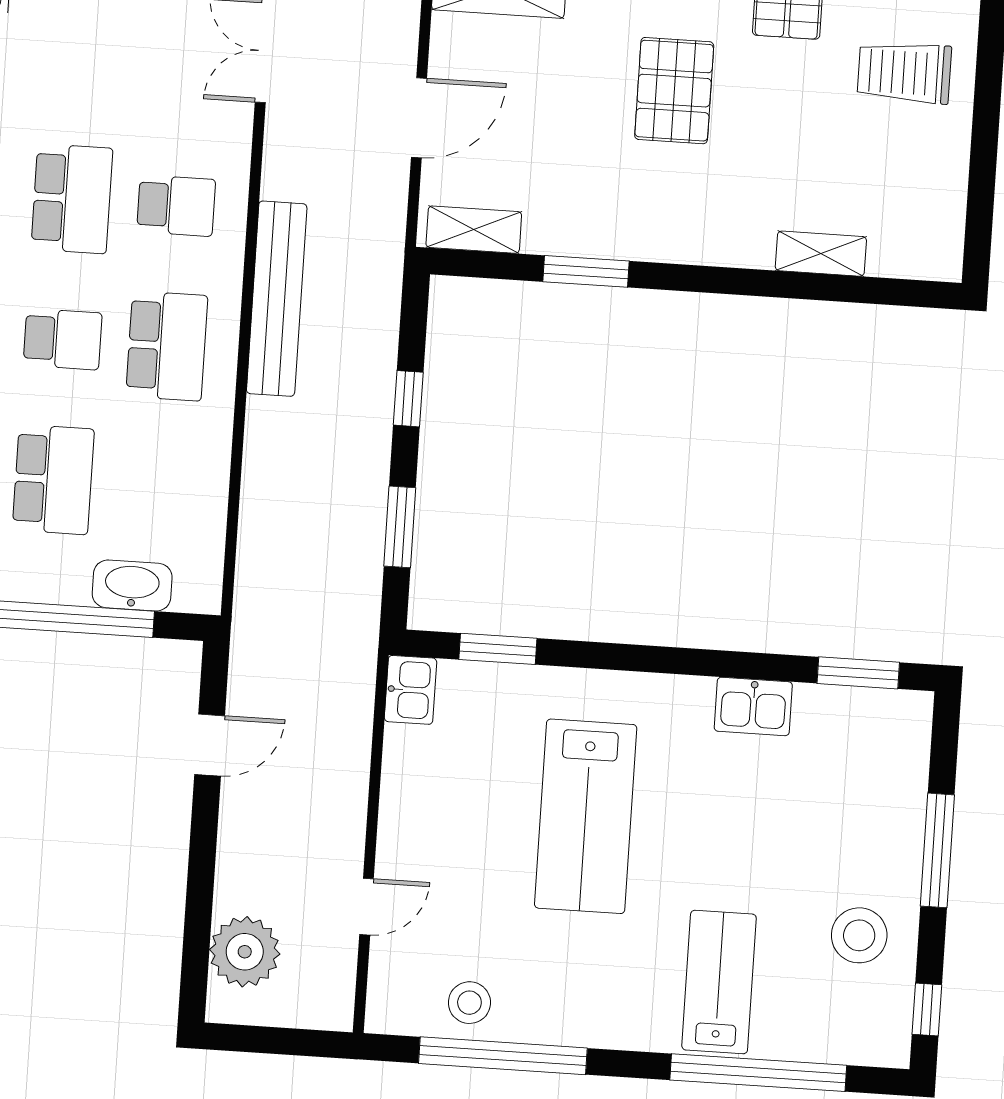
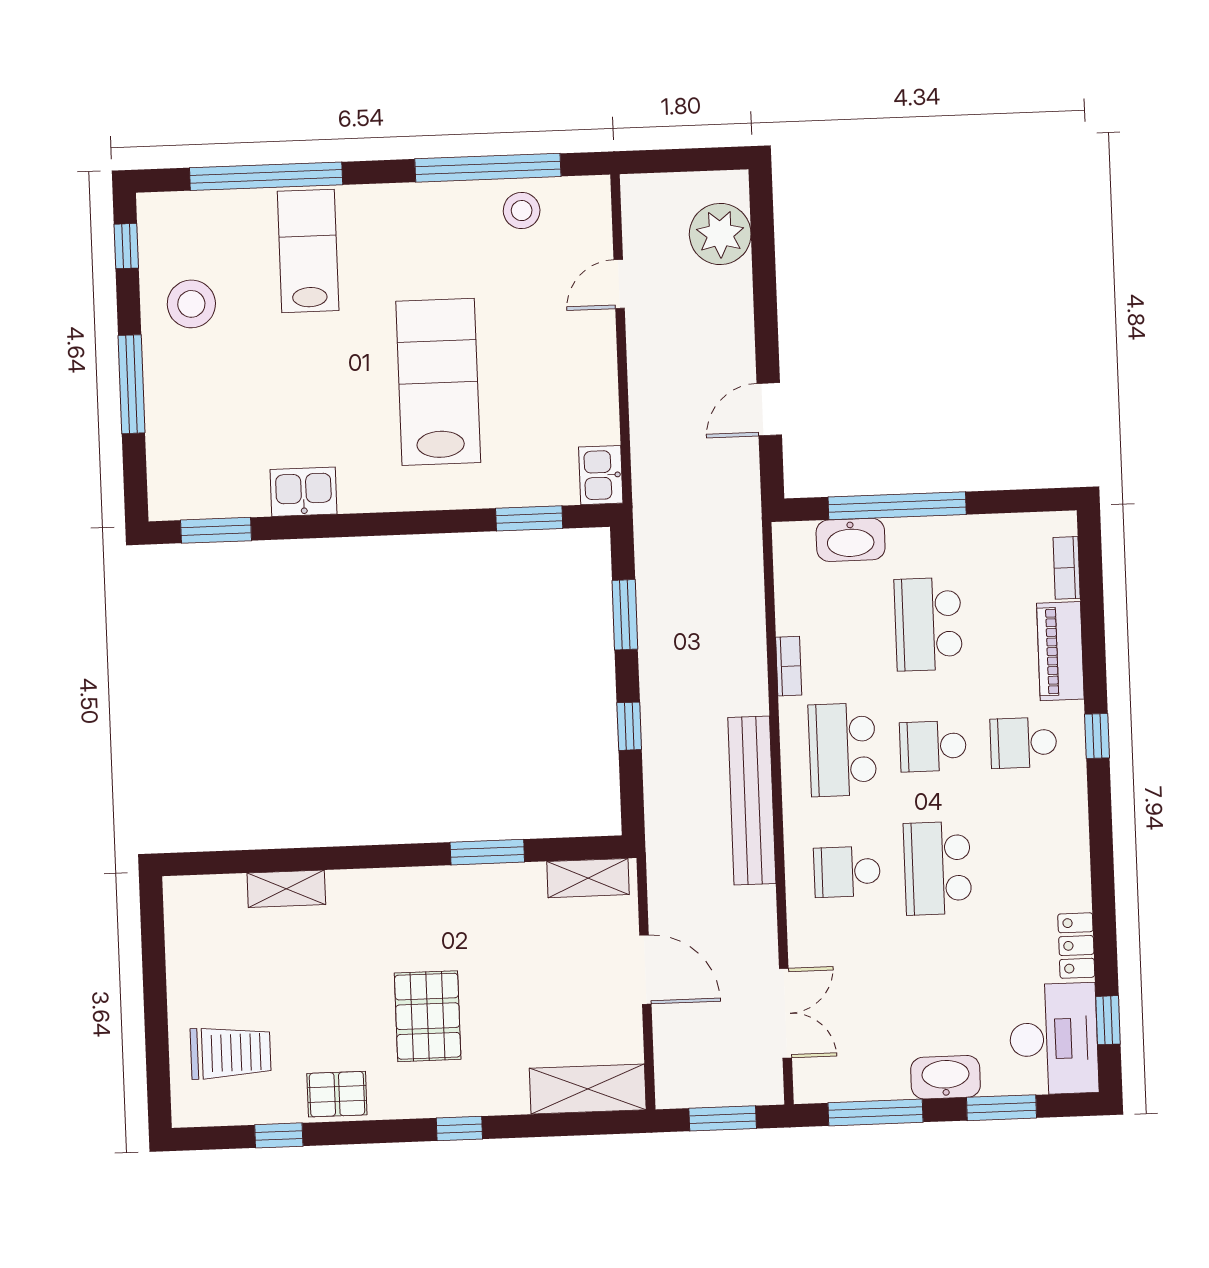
door: (419, 118) -> (645, 970), swing flipped
bookcase: (218, 448) -> (789, 666), added
lab bench: (719, 982) -> (308, 251), turned 180

